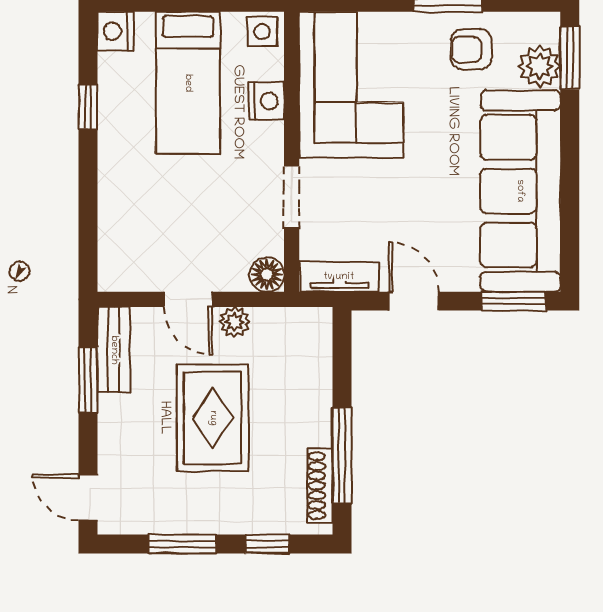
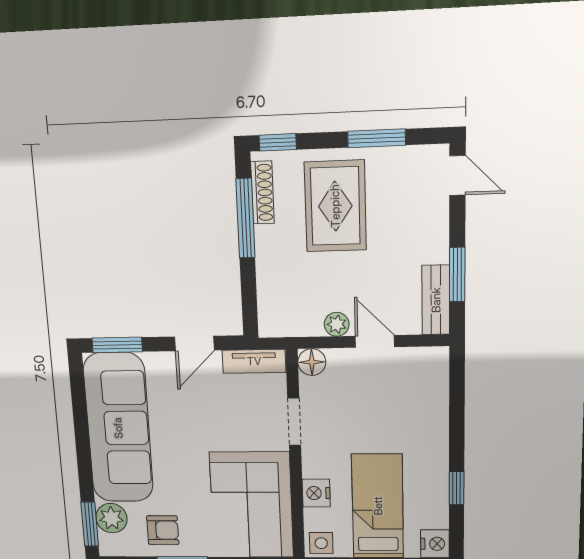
door: (414, 301) -> (194, 343), hinge flipped
rug: (213, 418) -> (335, 206), moved
window: (267, 544) -> (278, 142), moved

